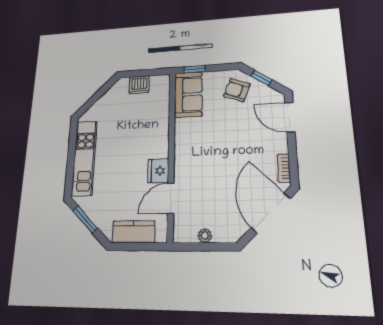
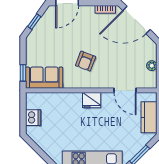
armchair: (237, 90) -> (86, 61), moved
fridge: (158, 171) -> (92, 100), moved

